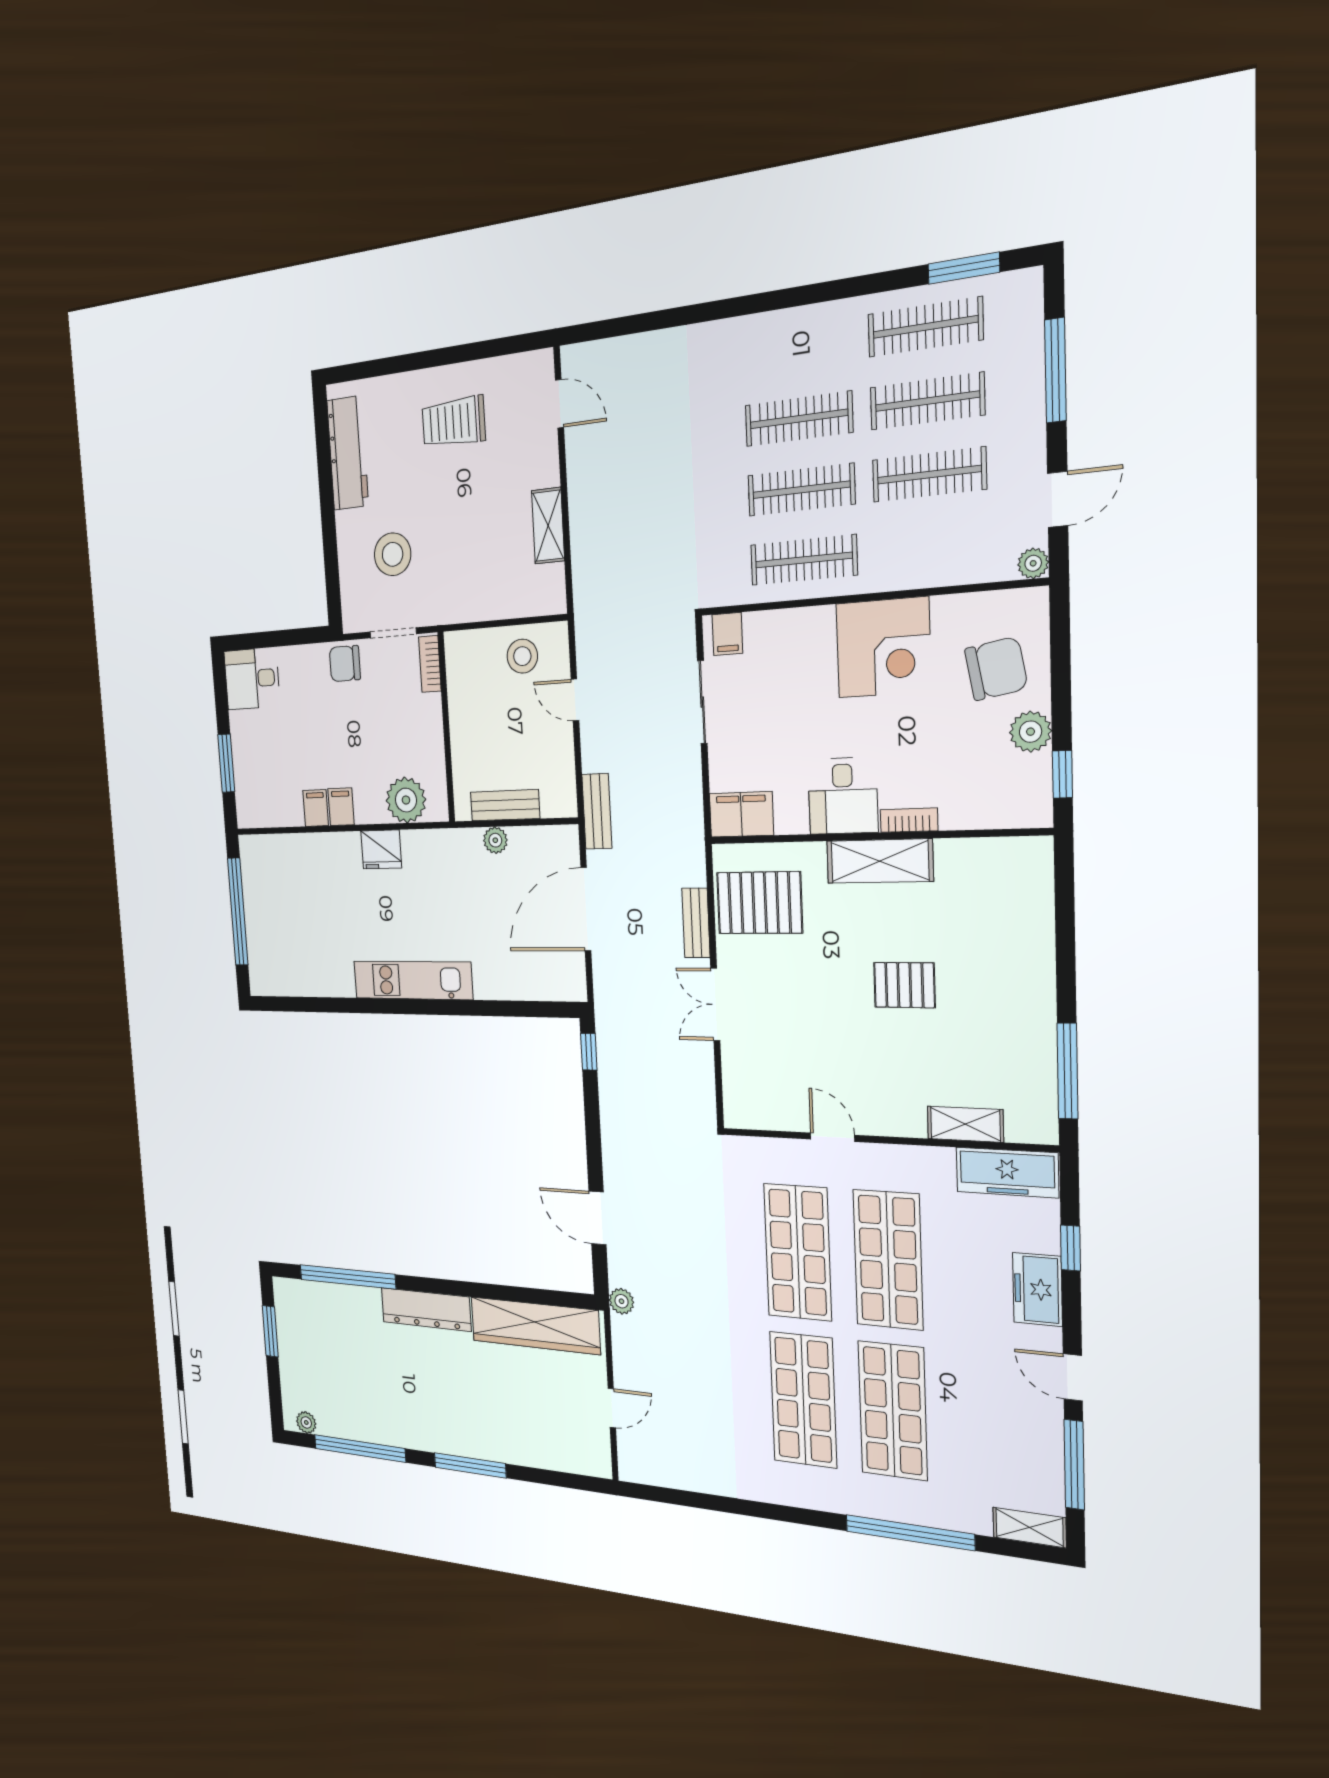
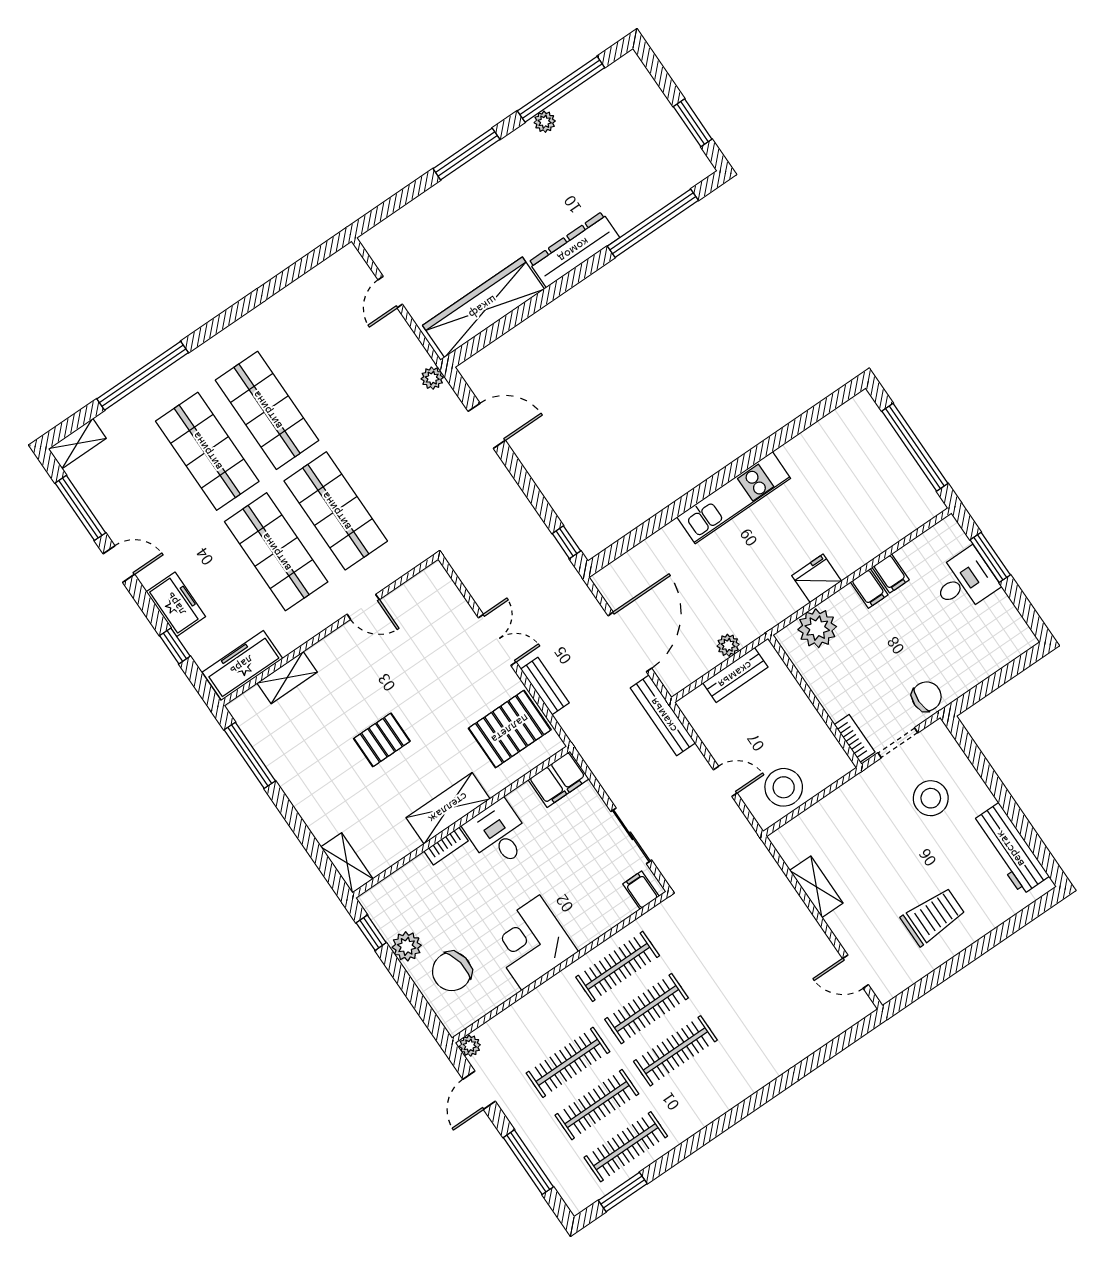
stool: (522, 656) -> (784, 787), width x1.38, depth x1.38
desk: (252, 679) -> (965, 581), moved
bench: (597, 811) -> (663, 715), width x1.36
shelving: (1036, 875) -> (347, 863), added
plant: (306, 1422) -> (545, 122), moved

